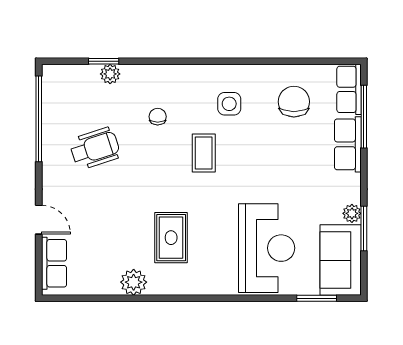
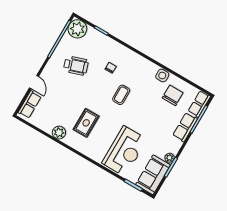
plant: (110, 74) -> (77, 29), moved, width x1.87, depth x1.87
side table: (229, 104) -> (162, 76), moved

